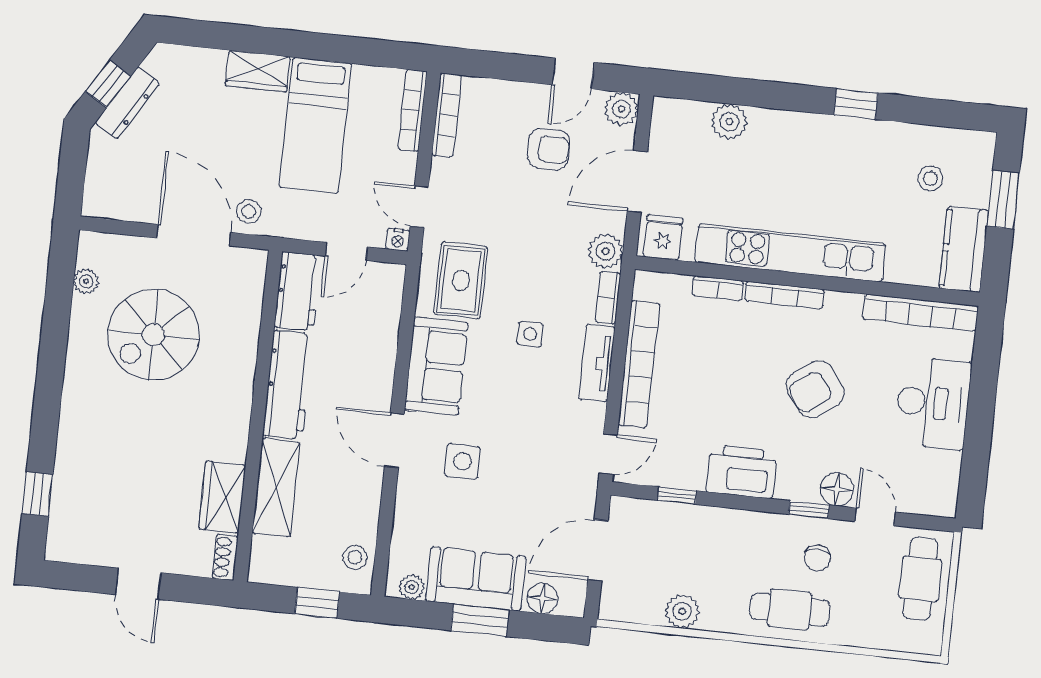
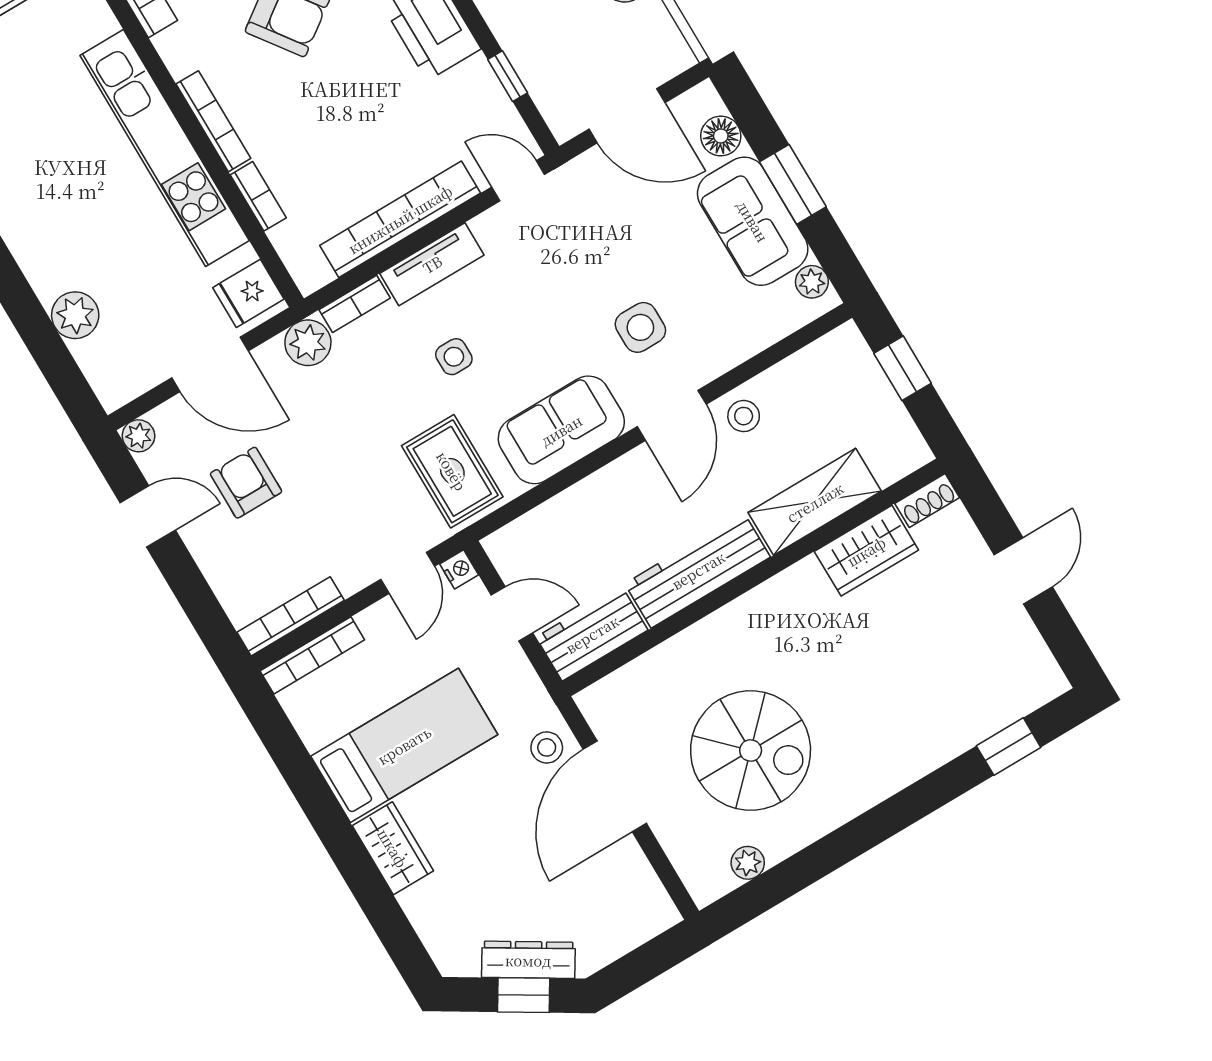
plant: (621, 109) -> (138, 436), width x0.73, depth x0.73
rug: (461, 280) -> (452, 471), turned 90
stool: (355, 557) -> (744, 416), moved

